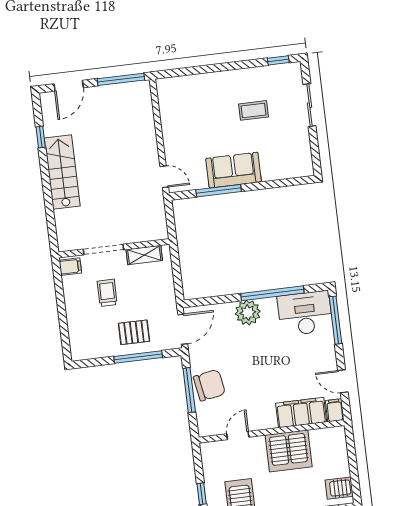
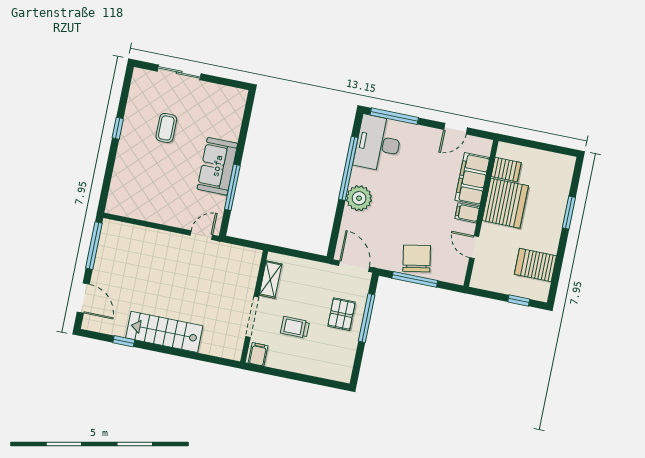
window: (278, 60) -> (118, 128), moved
filing cabinet: (335, 410) -> (467, 213), moved
server rack: (339, 488) -> (506, 170), moved, turned -90

